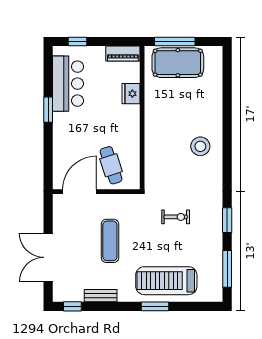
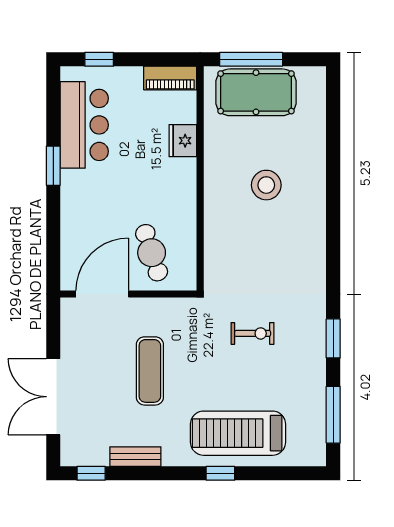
stool: (200, 146) -> (266, 185), moved
window: (155, 306) -> (220, 473), width x0.67

